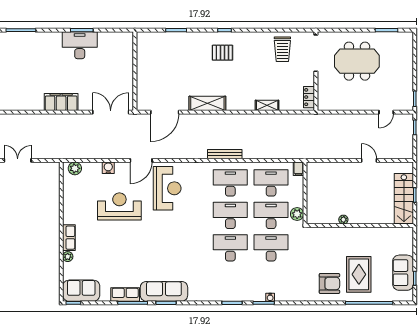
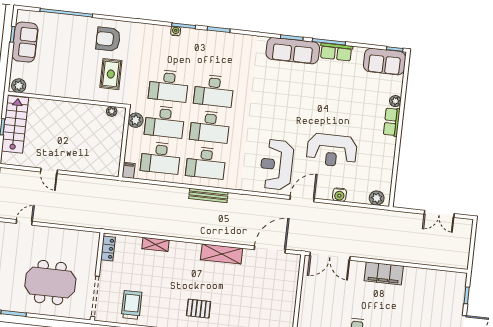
plant: (343, 220) -> (112, 111), moved
plant: (404, 233) -> (19, 86), added
rug: (359, 274) -> (111, 74), moved, width x0.73, depth x0.70

